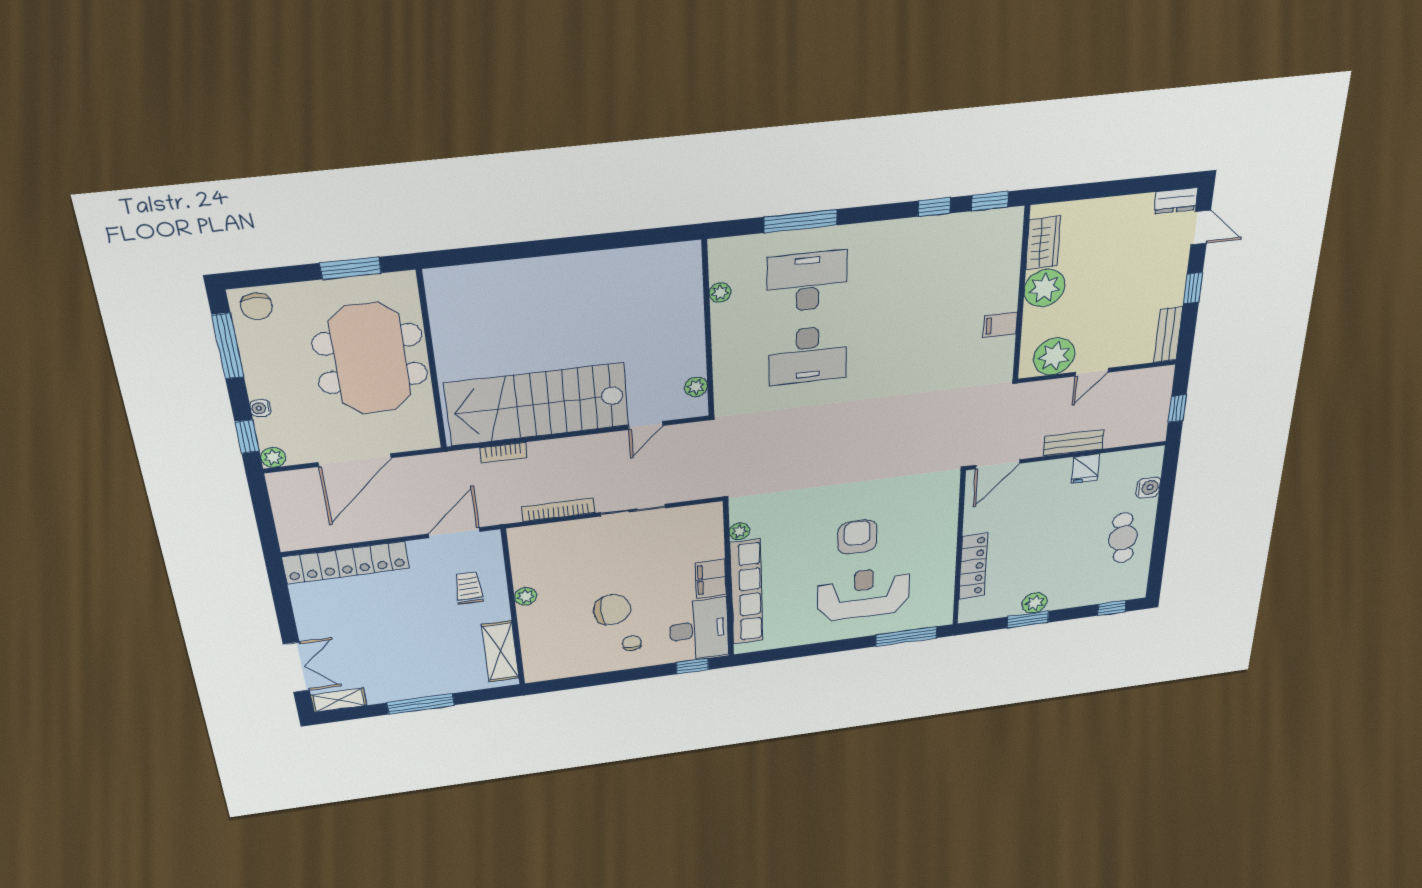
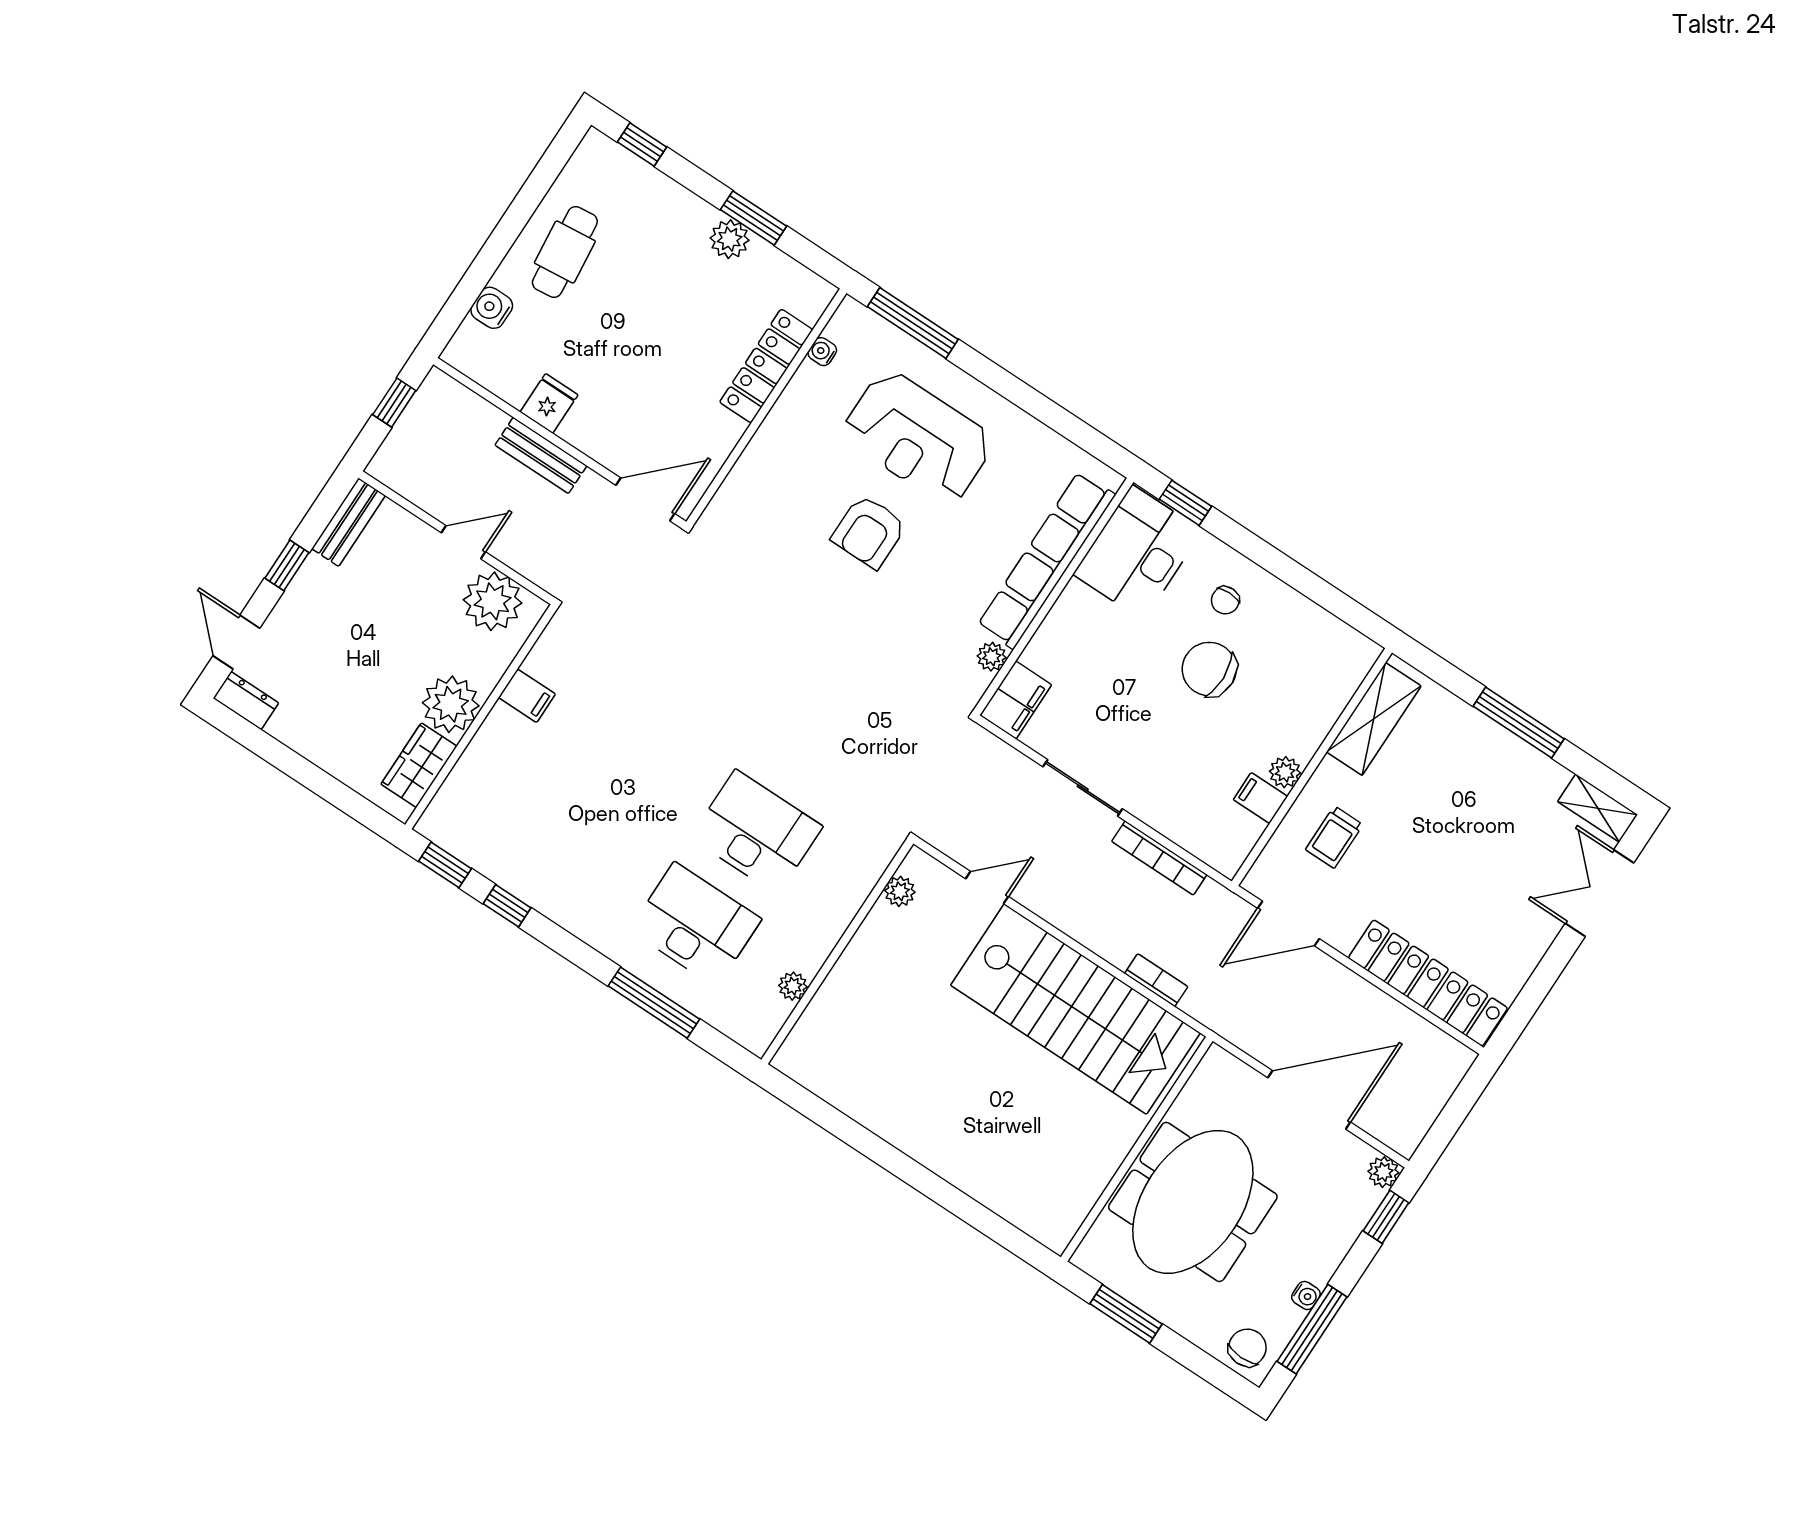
desk: (807, 282) -> (695, 925), turned 180
water cooler: (260, 408) -> (1306, 1296), moved
filing cabinet: (528, 576) -> (1260, 798), added
filing cabinet: (711, 579) -> (1016, 700), moved
water cooler: (947, 593) -> (822, 352), added

